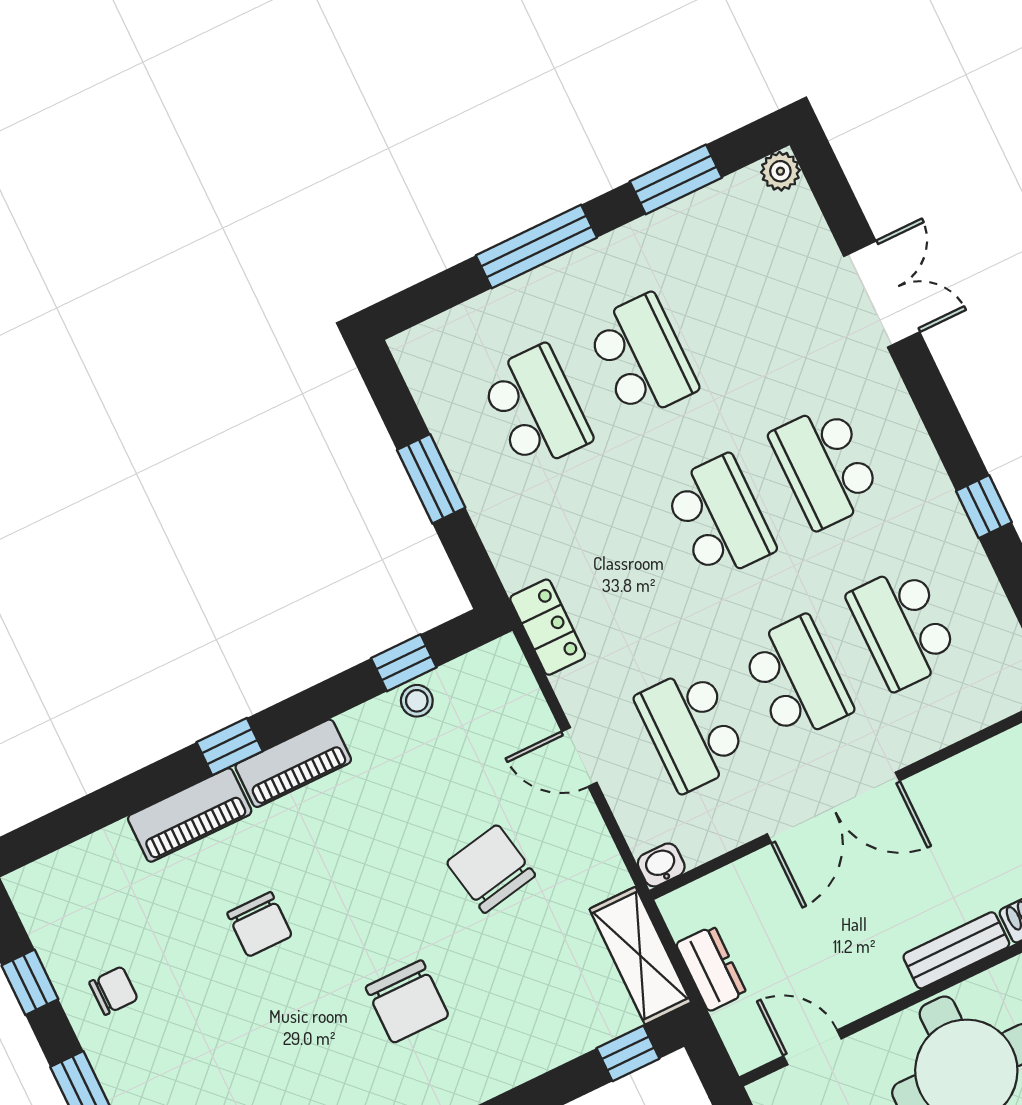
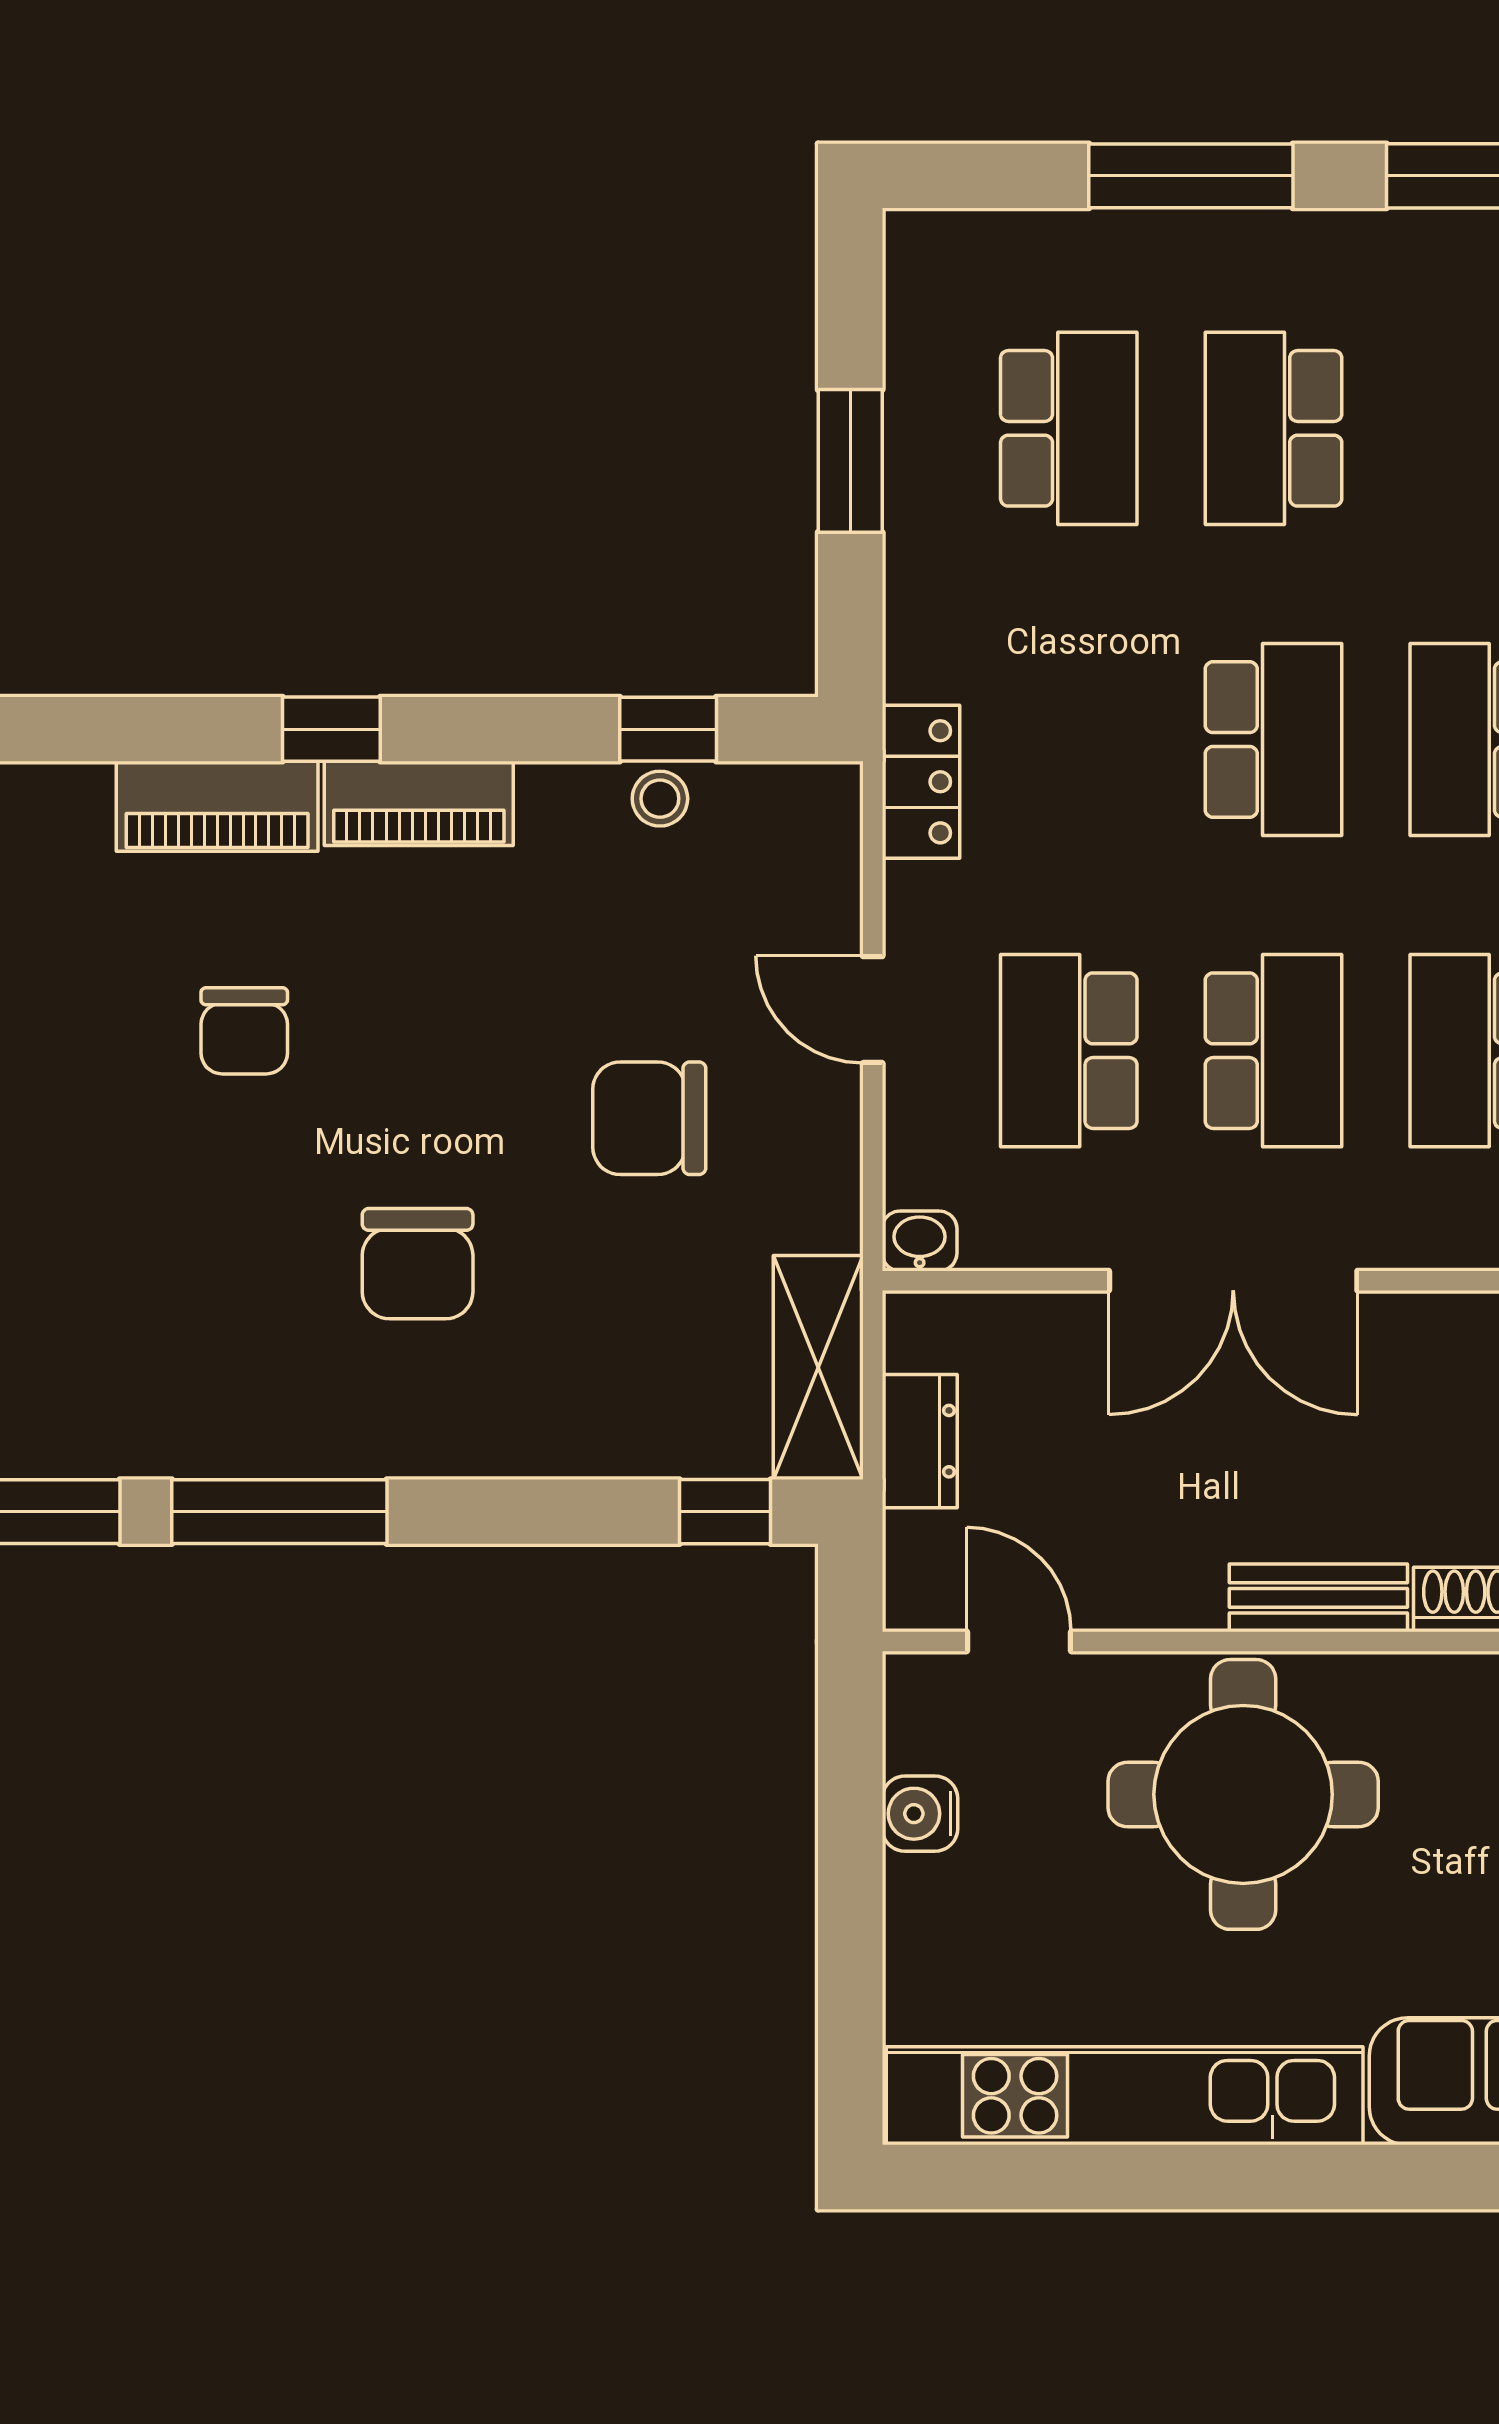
school desk: (642, 357) -> (1274, 428), turned 180
chair: (491, 869) -> (649, 1118), turned -79

